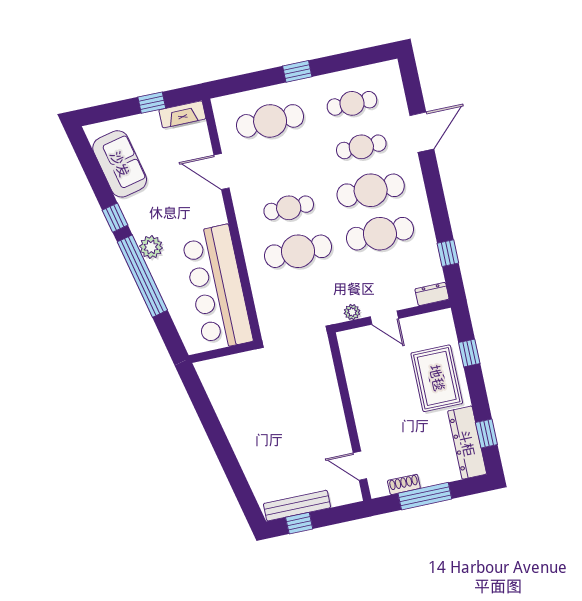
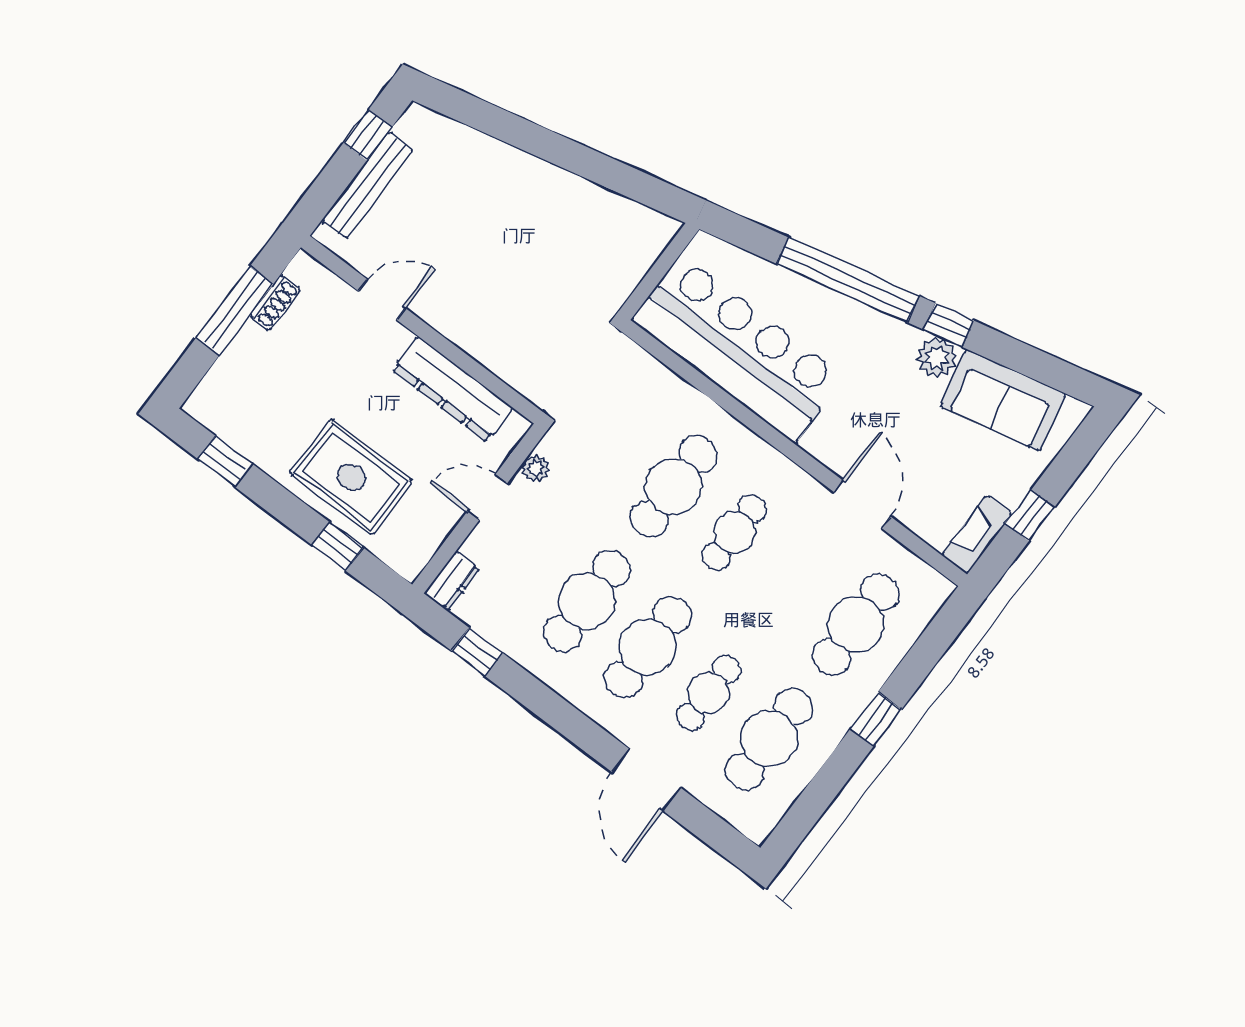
cafe table: (352, 103) -> (769, 739), width x1.37, depth x1.35
door: (221, 171) -> (862, 504), hinge flipped
plant: (151, 247) -> (937, 358), moved
dresser: (467, 443) -> (453, 389), moved, turned 180
door: (360, 466) -> (382, 300), moved
bench: (297, 506) -> (367, 185), moved

